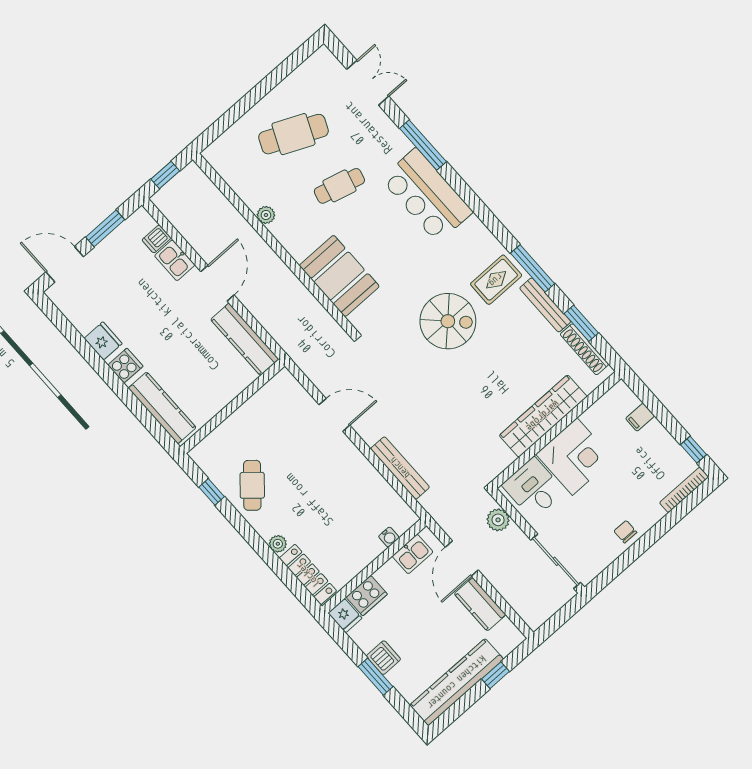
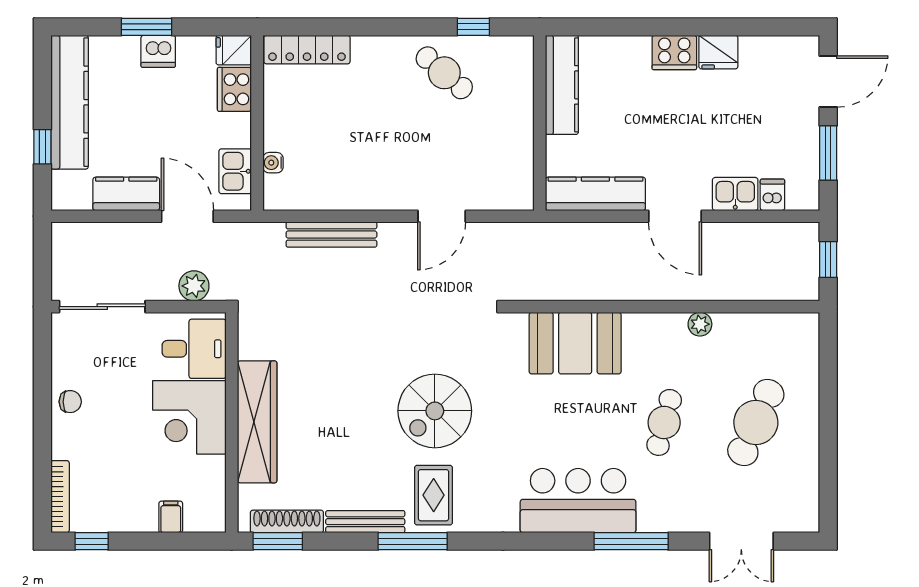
window: (581, 323) -> (278, 541), moved
cooker: (125, 366) -> (674, 52), width x1.36
kitchen counter: (162, 408) -> (562, 85), moved, turned -90
plant: (278, 544) -> (364, 47), removed

